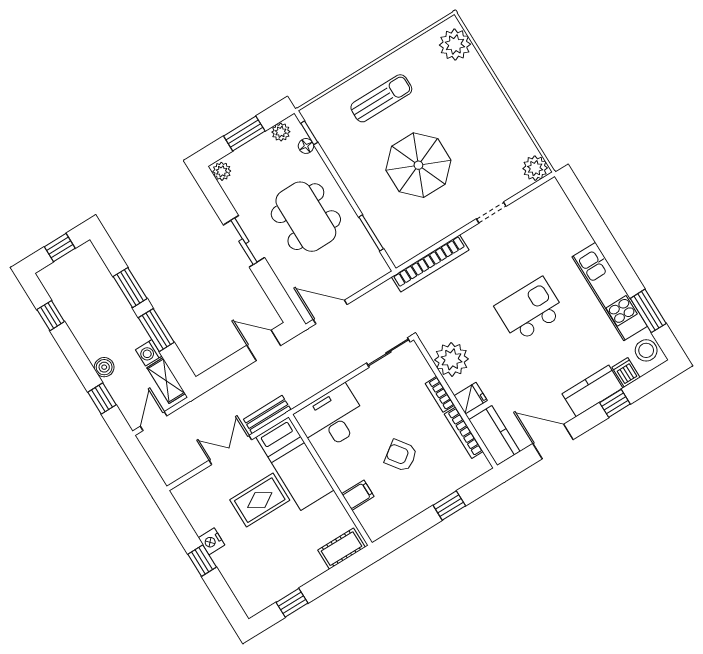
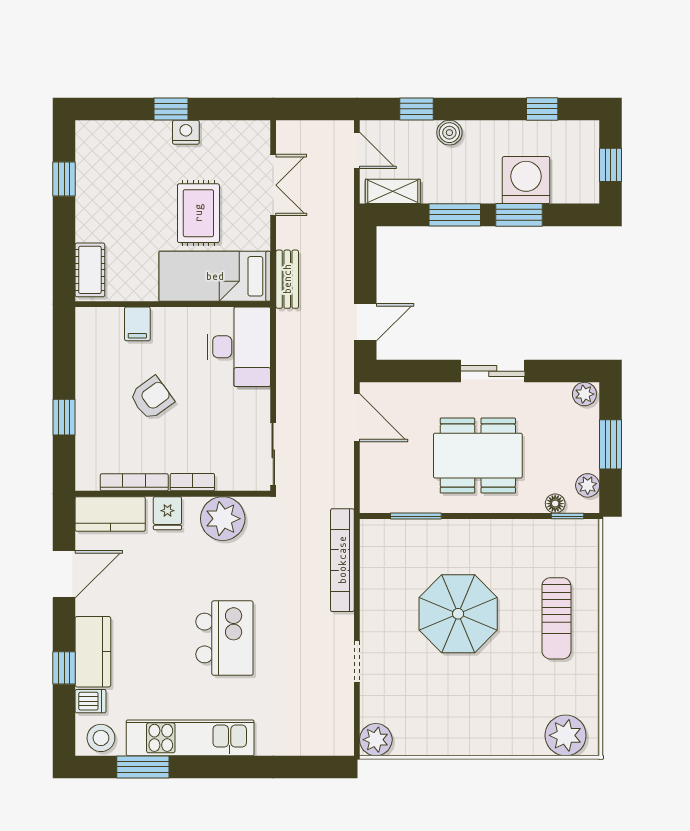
door: (330, 312) -> (357, 418), hinge flipped
washing machine: (149, 353) -> (526, 180), moved, width x1.89, depth x1.89
double door: (230, 450) -> (273, 185), moved

